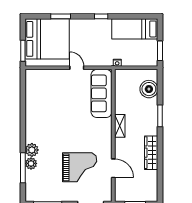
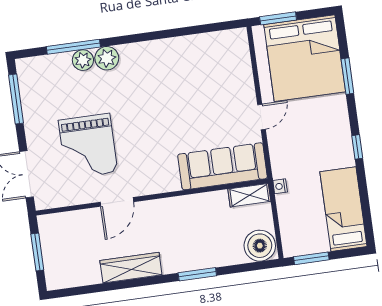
boiler: (149, 89) -> (260, 246), moved
shelving: (120, 126) -> (249, 195), moved
door: (113, 168) -> (117, 202), moved

